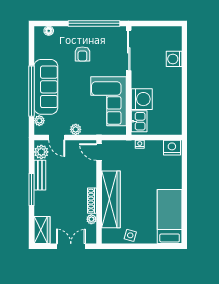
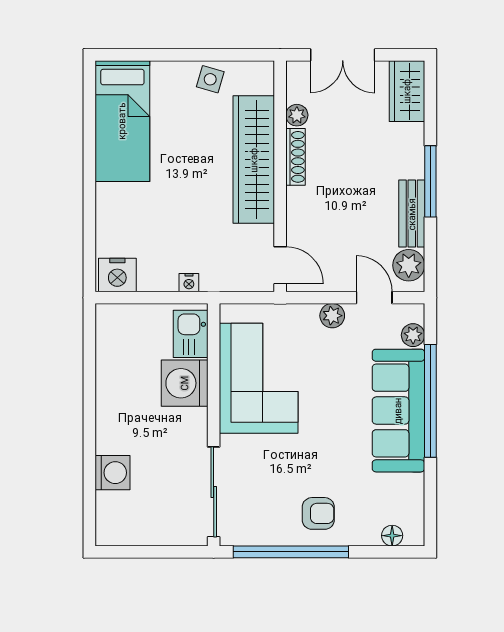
armchair: (82, 54) -> (318, 513), moved, turned 90

